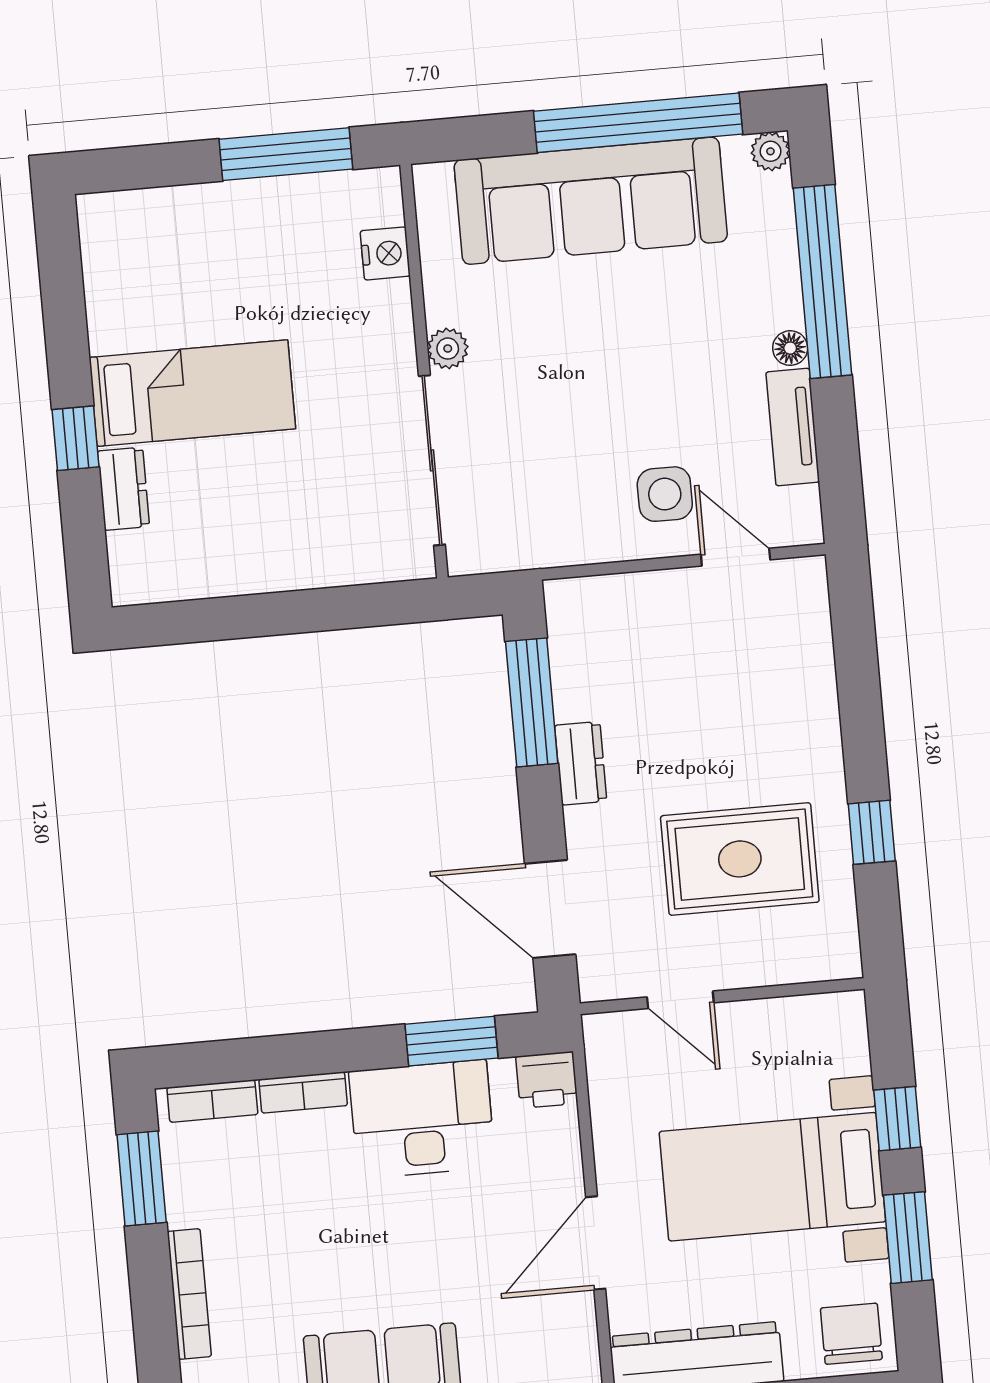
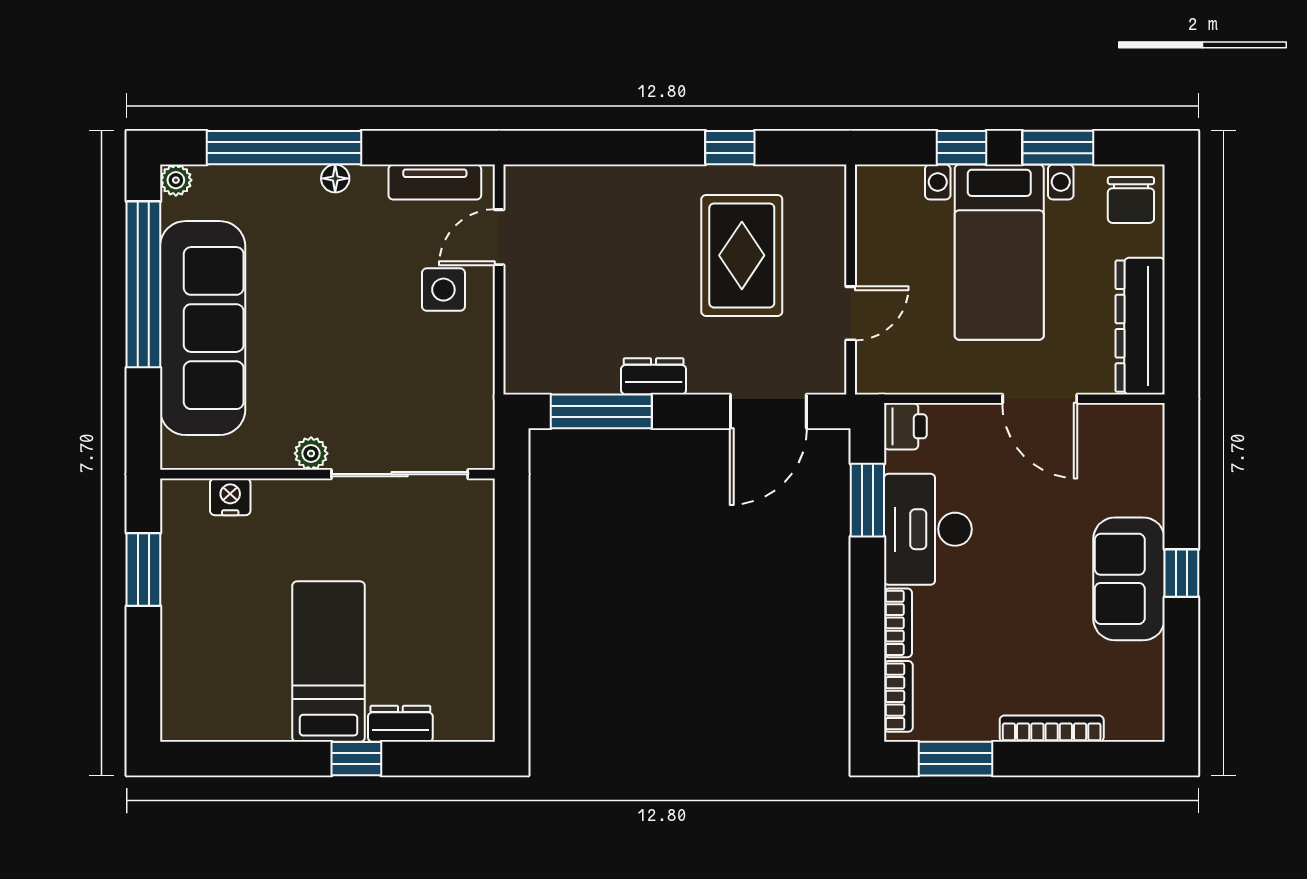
window: (286, 154) -> (143, 569), width x0.69
tv unit: (793, 427) -> (435, 182), moved
chair: (851, 1334) -> (1131, 200), turned -90

